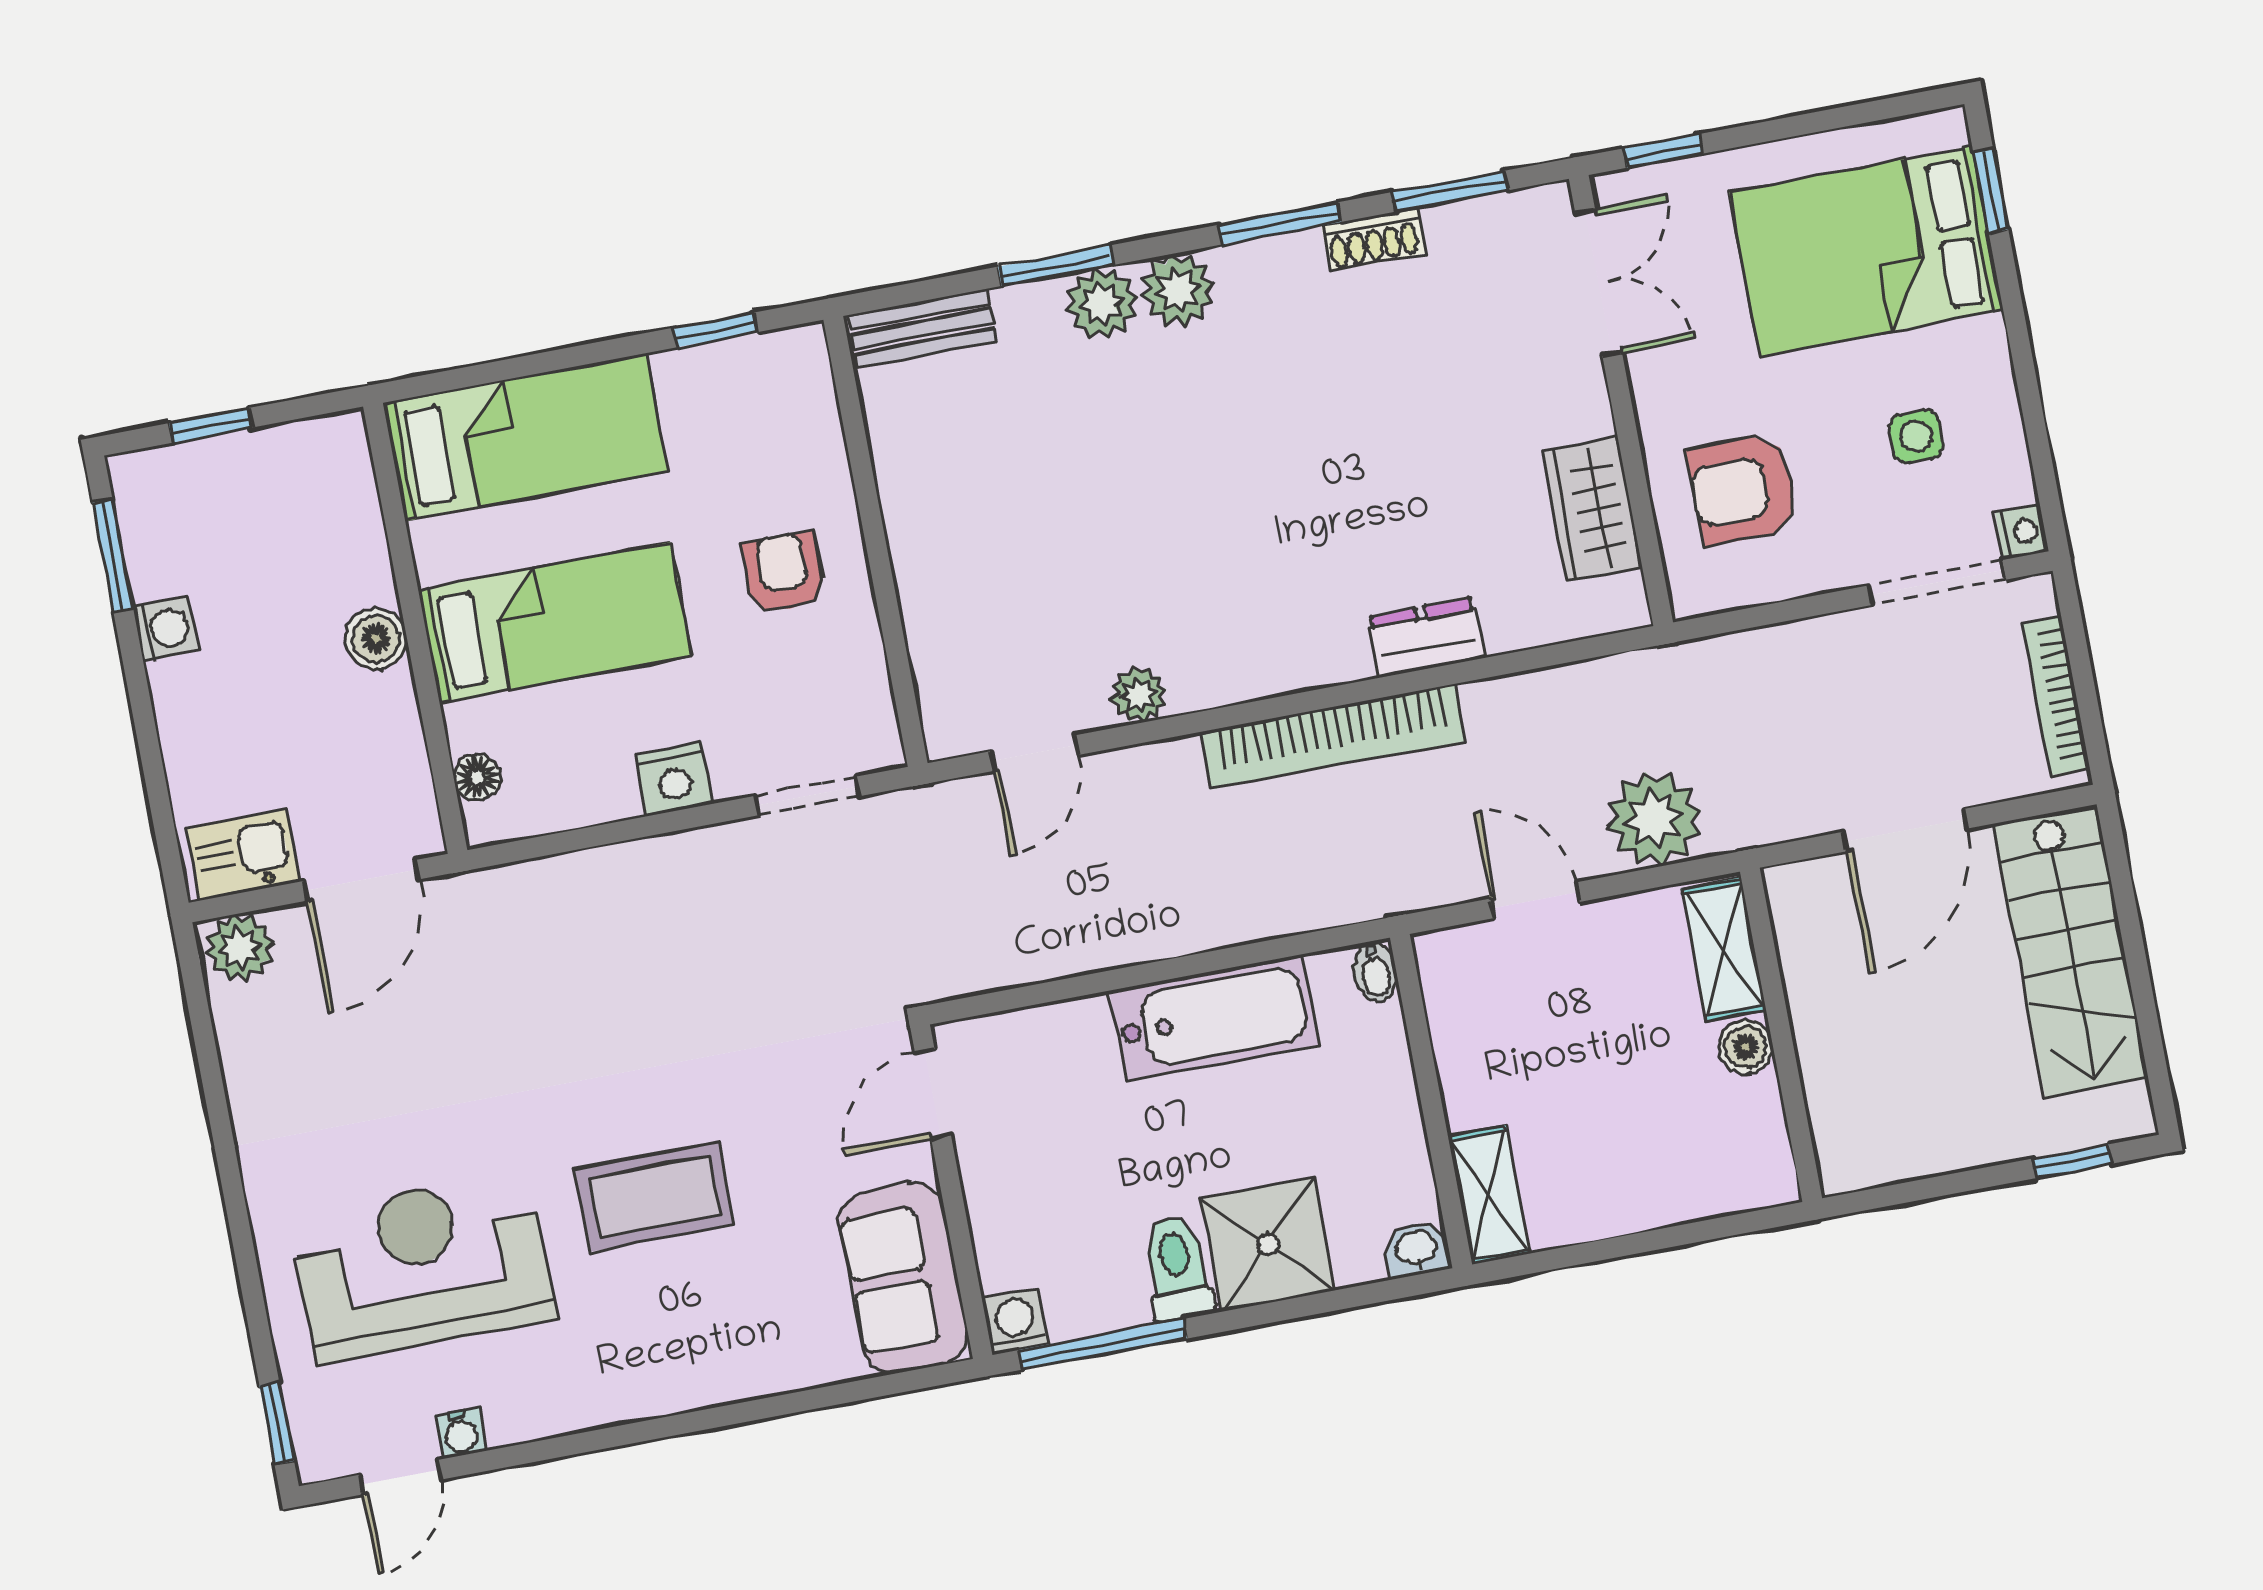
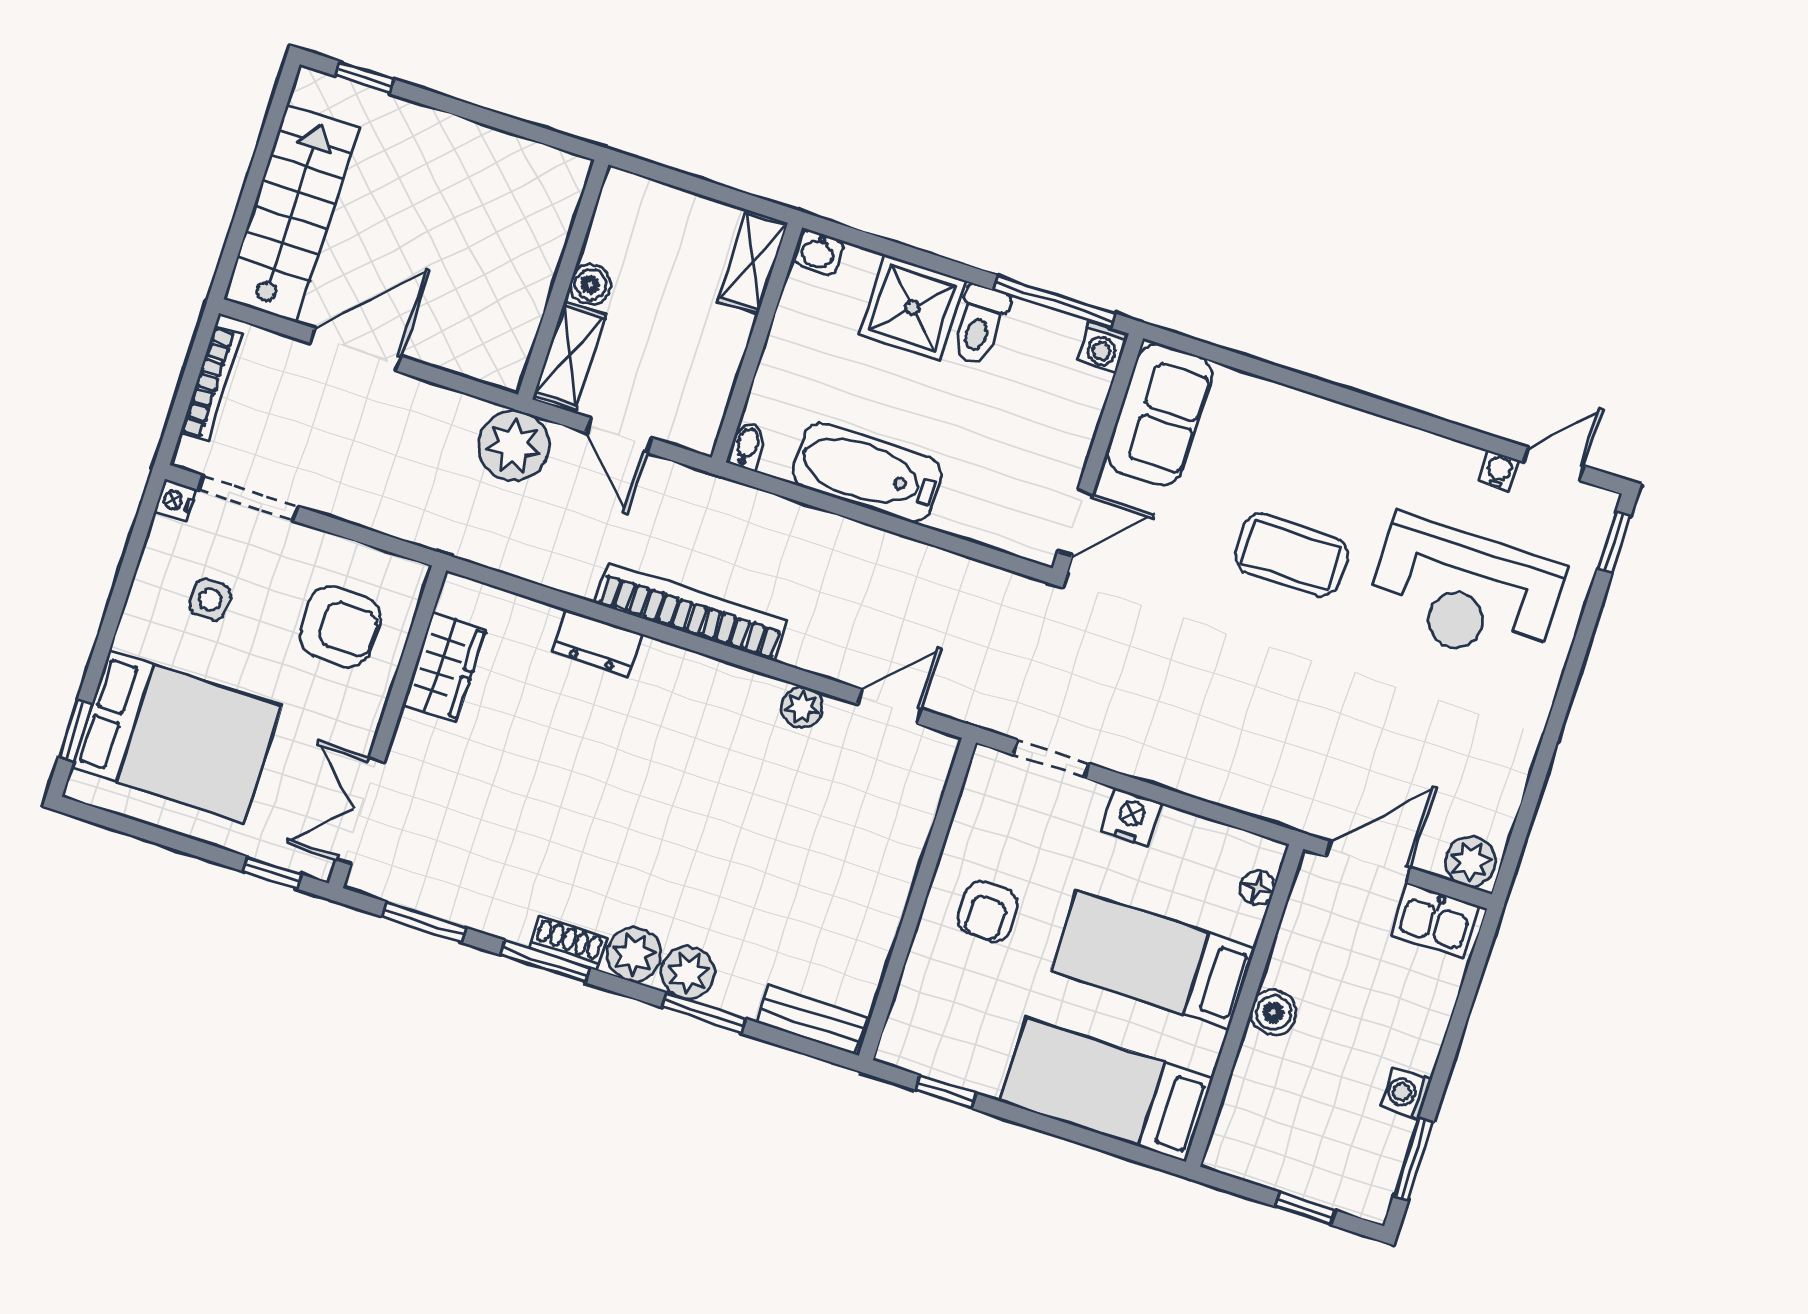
shoe rack: (1373, 240) -> (568, 943), moved
shelving: (1724, 949) -> (570, 355), moved
wall: (1781, 1035) -> (563, 280), moved
boiler: (1746, 1047) -> (590, 284), moved

